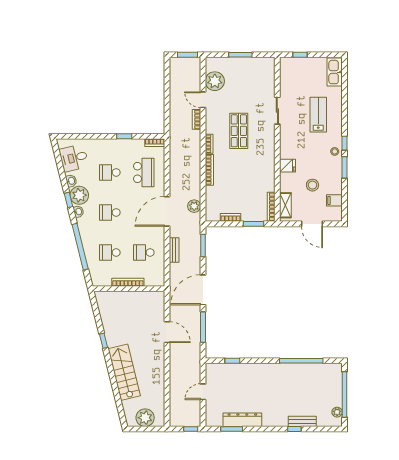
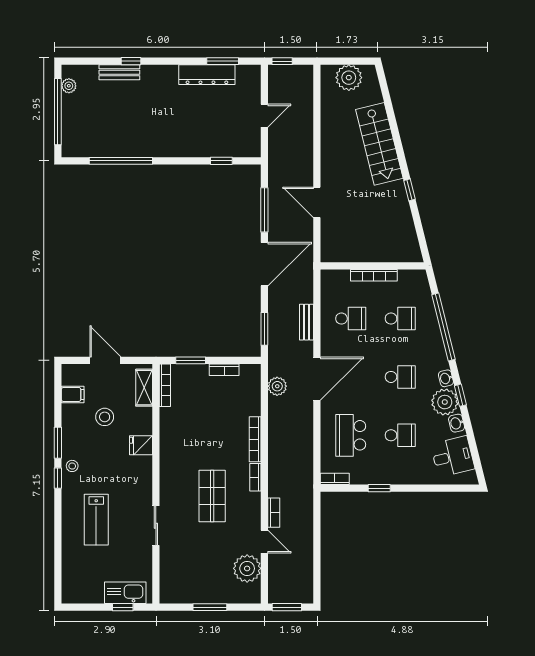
kitchen sink: (335, 72) -> (125, 593), moved, turned -90

